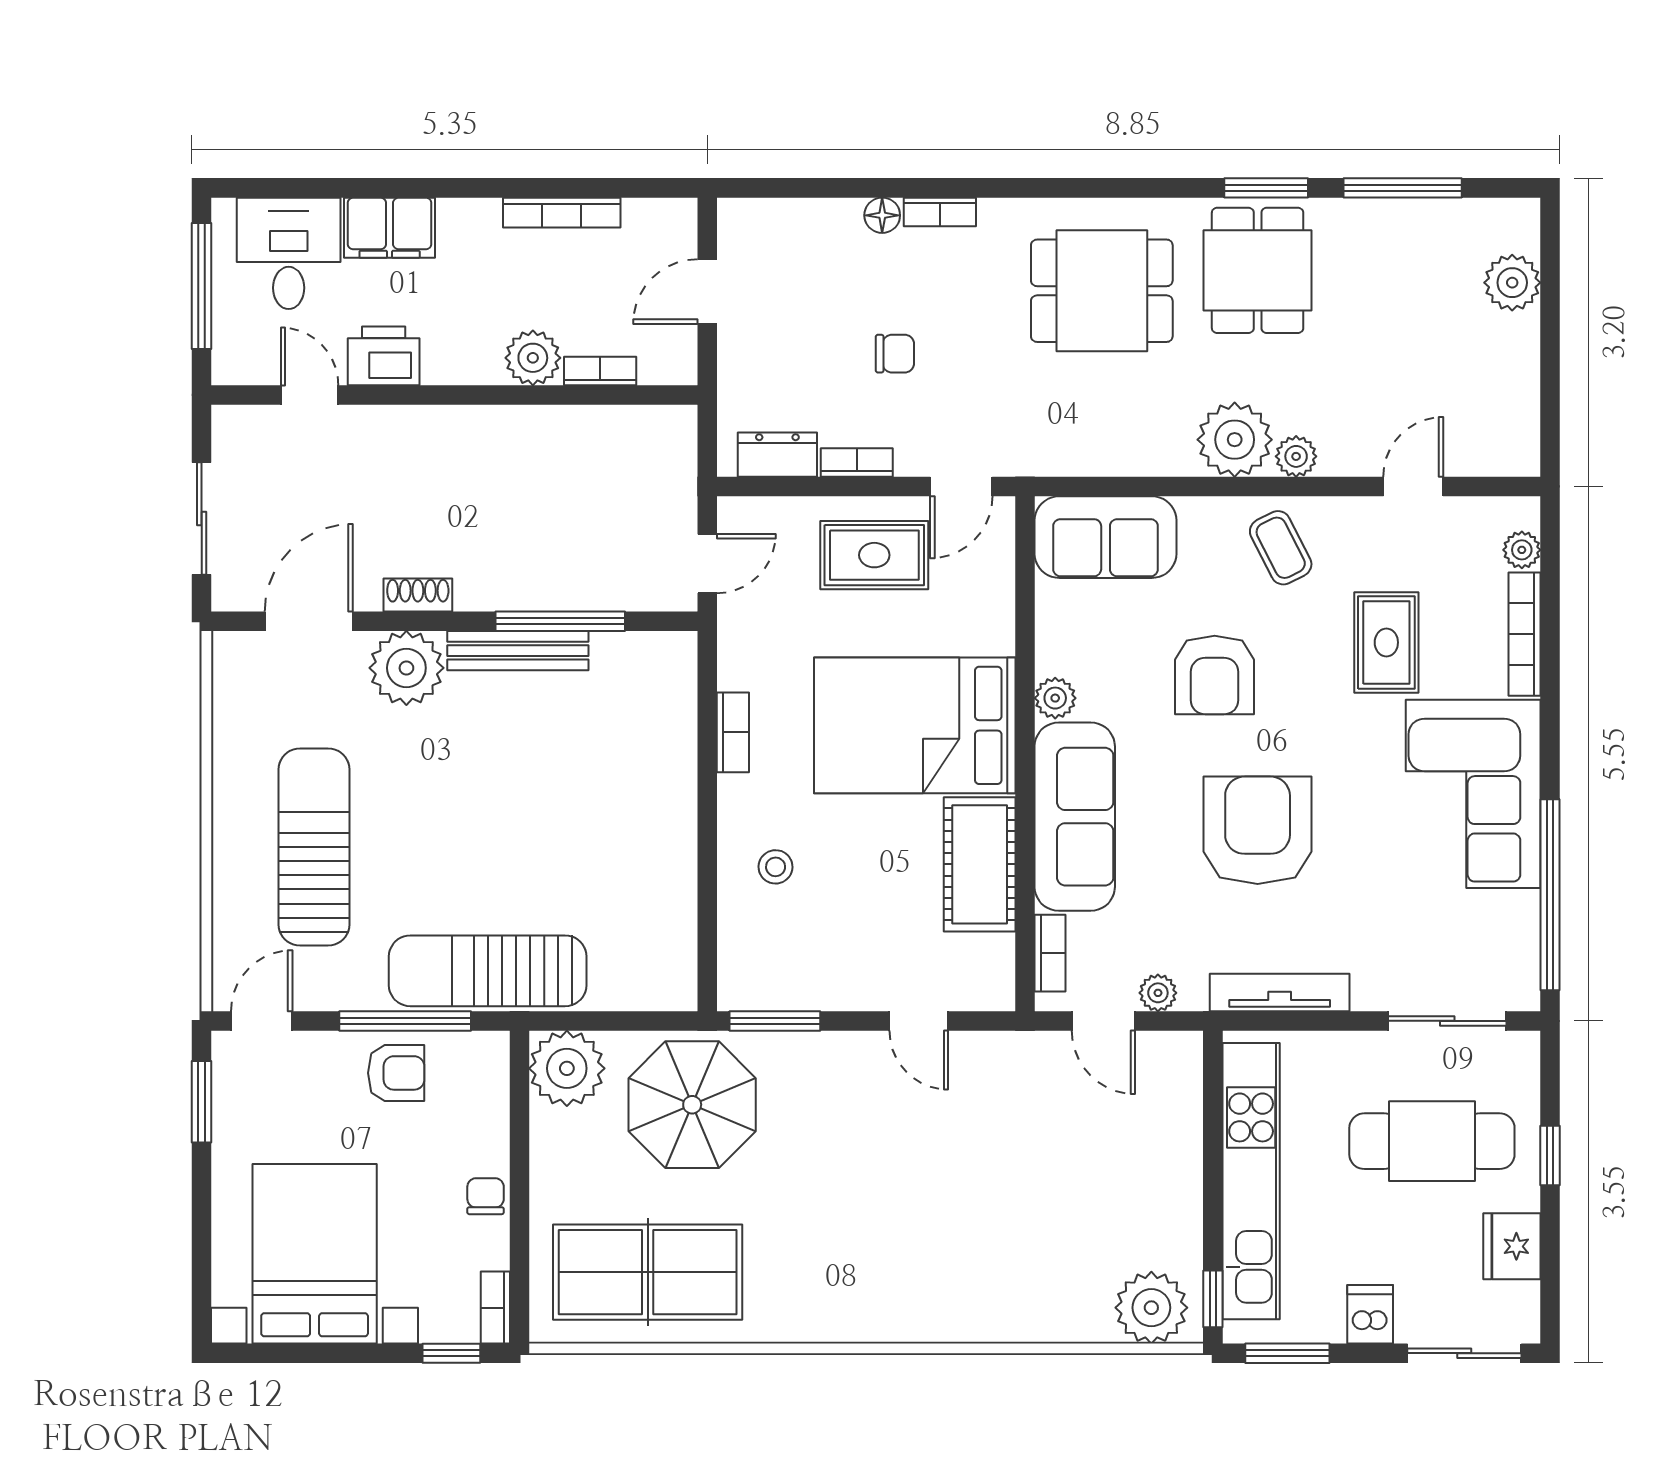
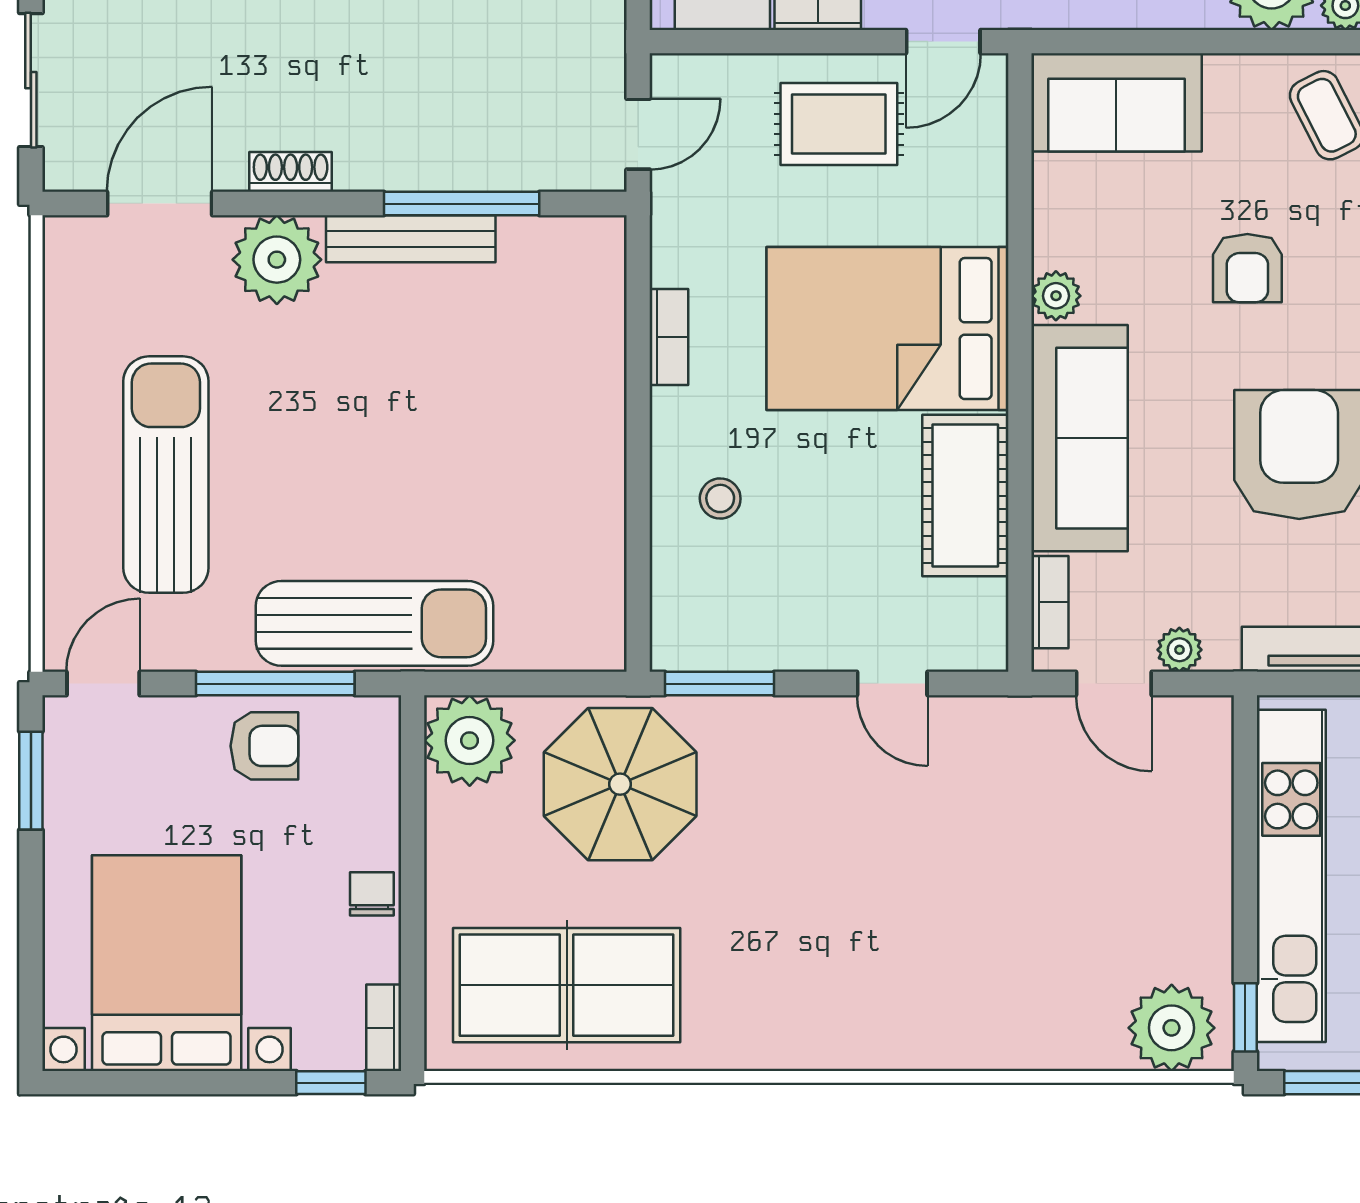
armchair: (1215, 675) -> (1247, 268), width x0.72, depth x0.72
sun lounger: (488, 971) -> (374, 623), turned 180

